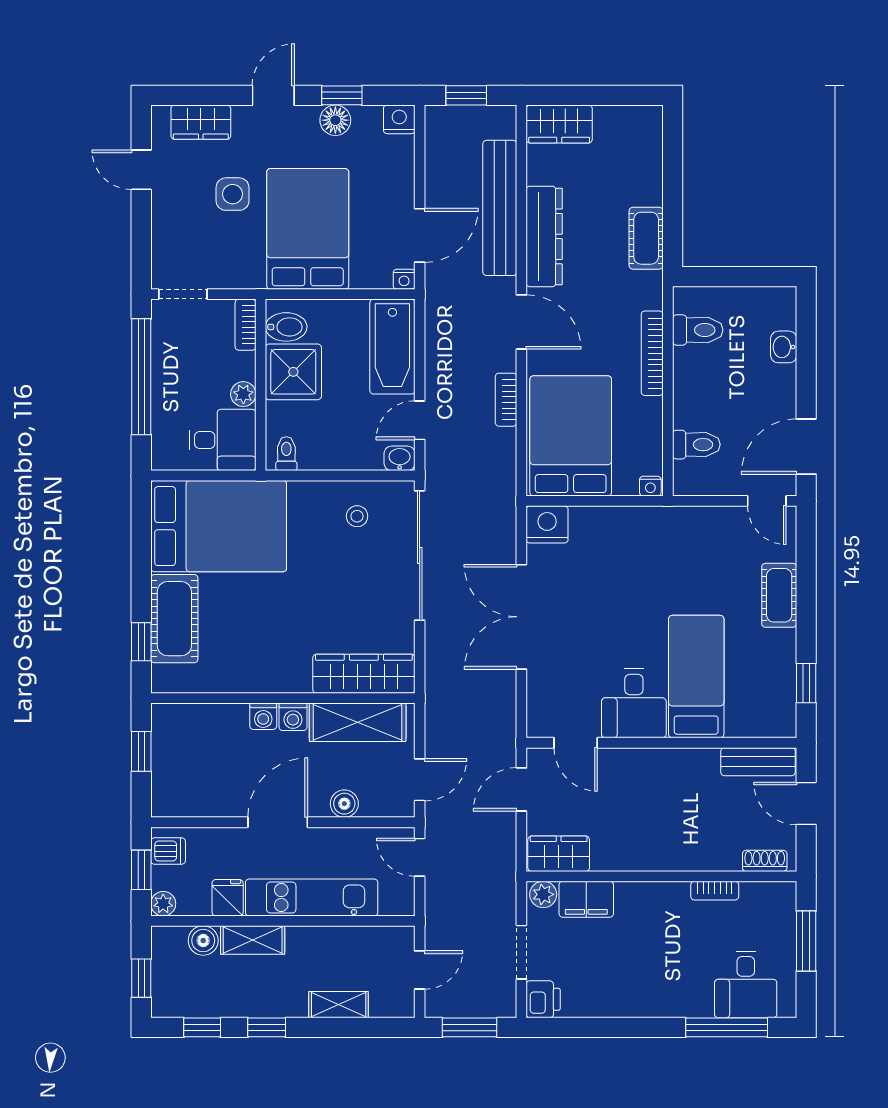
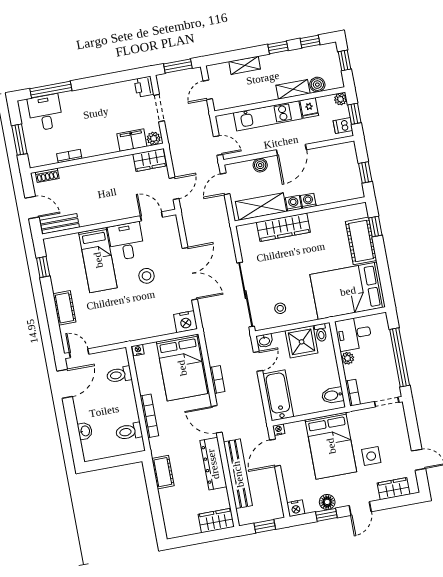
shower: (293, 372) -> (302, 342), moved
stool: (607, 628) -> (147, 276), added
wardrobe: (364, 674) -> (283, 227), moved

